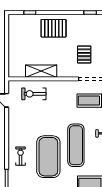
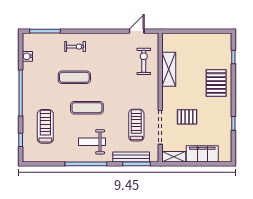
exercise mat: (76, 145) -> (87, 108), width x0.73, depth x0.69
exercise mat: (48, 157) -> (74, 77), width x0.50, depth x0.69

